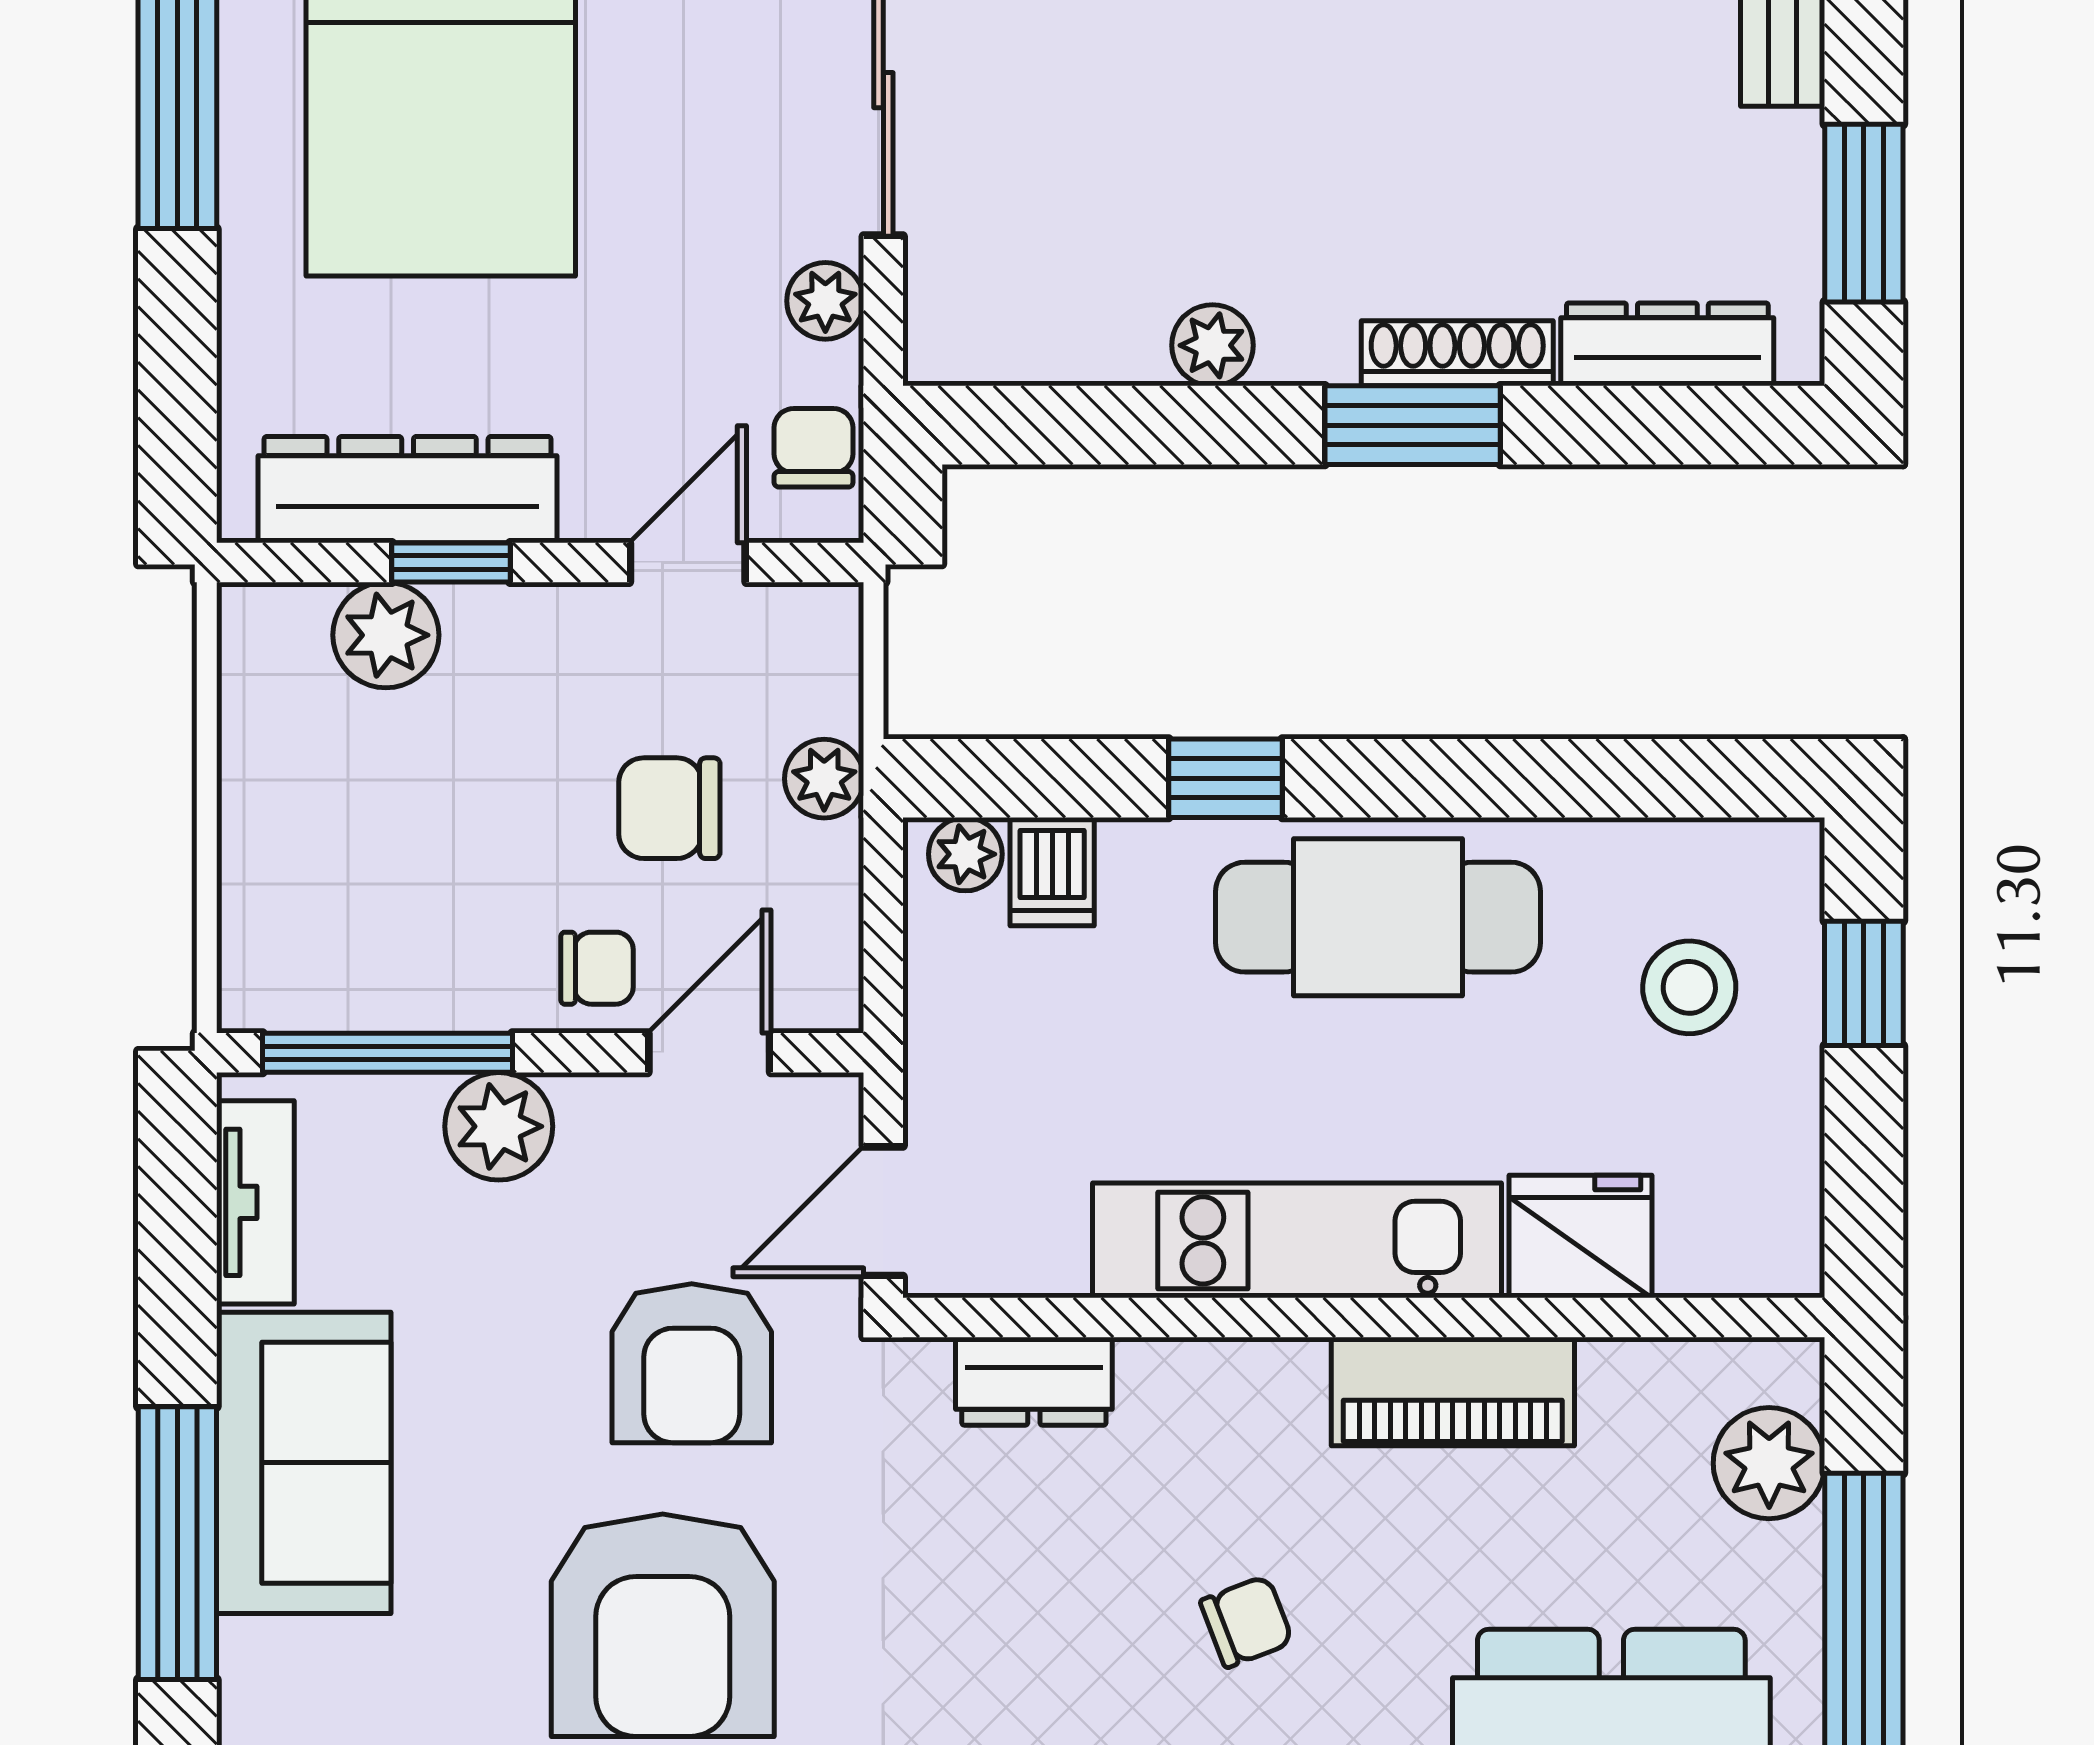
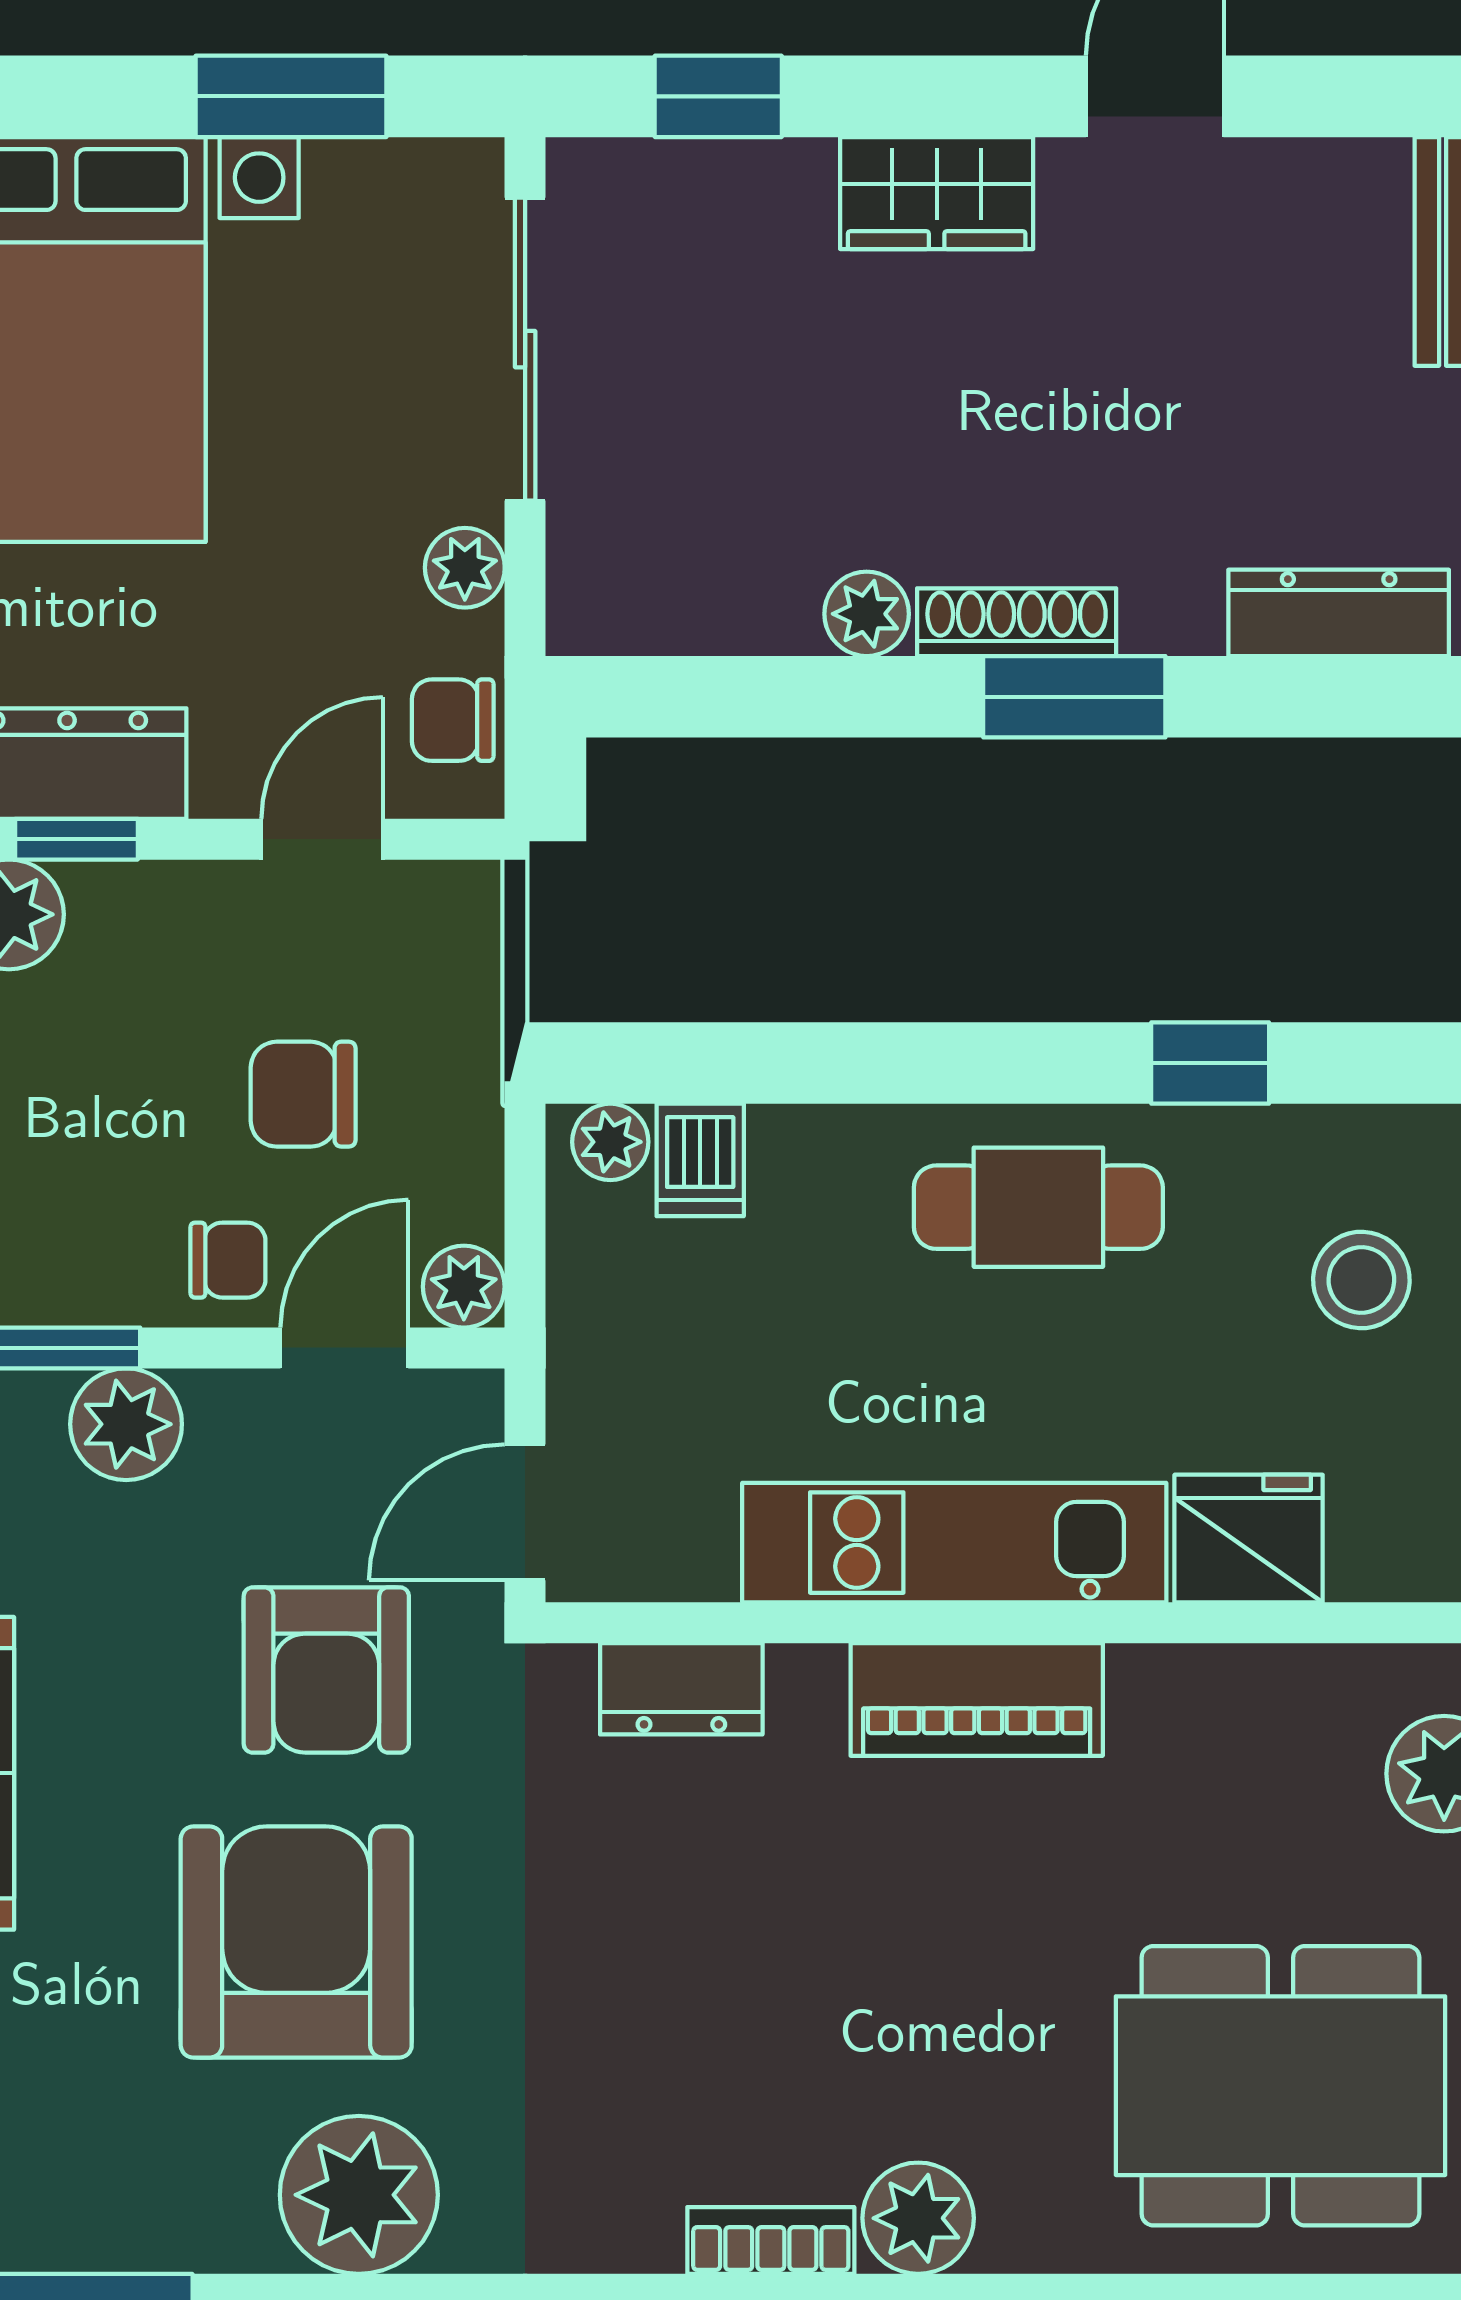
shoe rack: (1457, 353) -> (1017, 622), moved
chair: (814, 448) -> (453, 720), turned -90
window: (1226, 778) -> (1210, 1063), moved
plant: (824, 779) -> (464, 1287), moved
cafe table: (1378, 917) -> (1038, 1207), width x0.73, depth x0.74
piano: (1453, 1392) -> (977, 1699), moved
chair: (1247, 1622) -> (902, 1938), removed
armchair: (663, 1625) -> (296, 1942), turned 180

